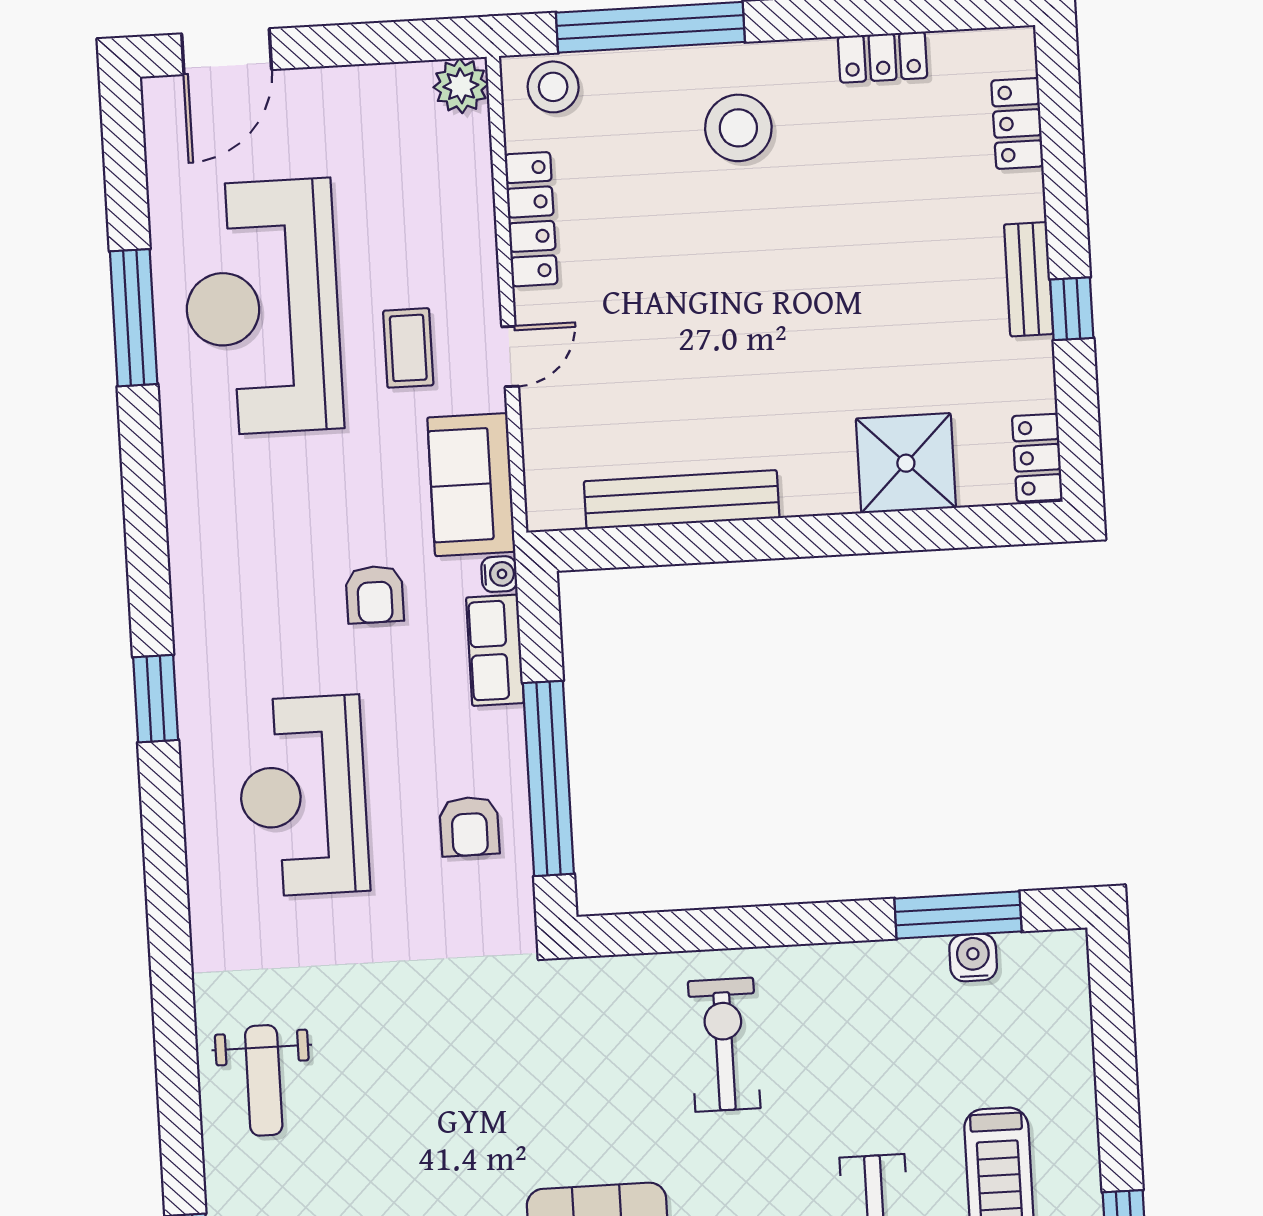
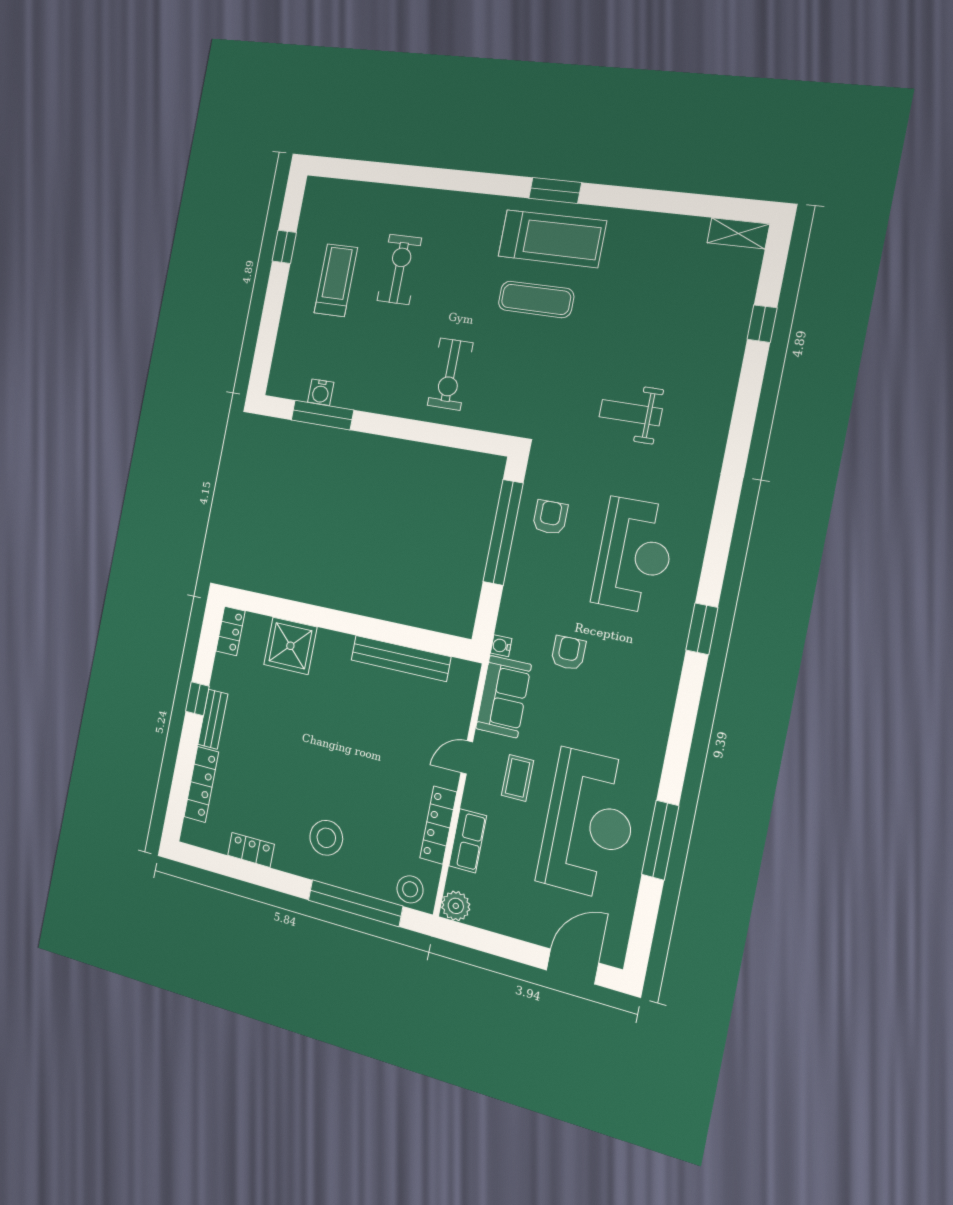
locker: (1017, 123) -> (201, 784), width x1.53
row of seats: (495, 650) -> (468, 841), moved
weight bench: (264, 1080) -> (631, 413), moved, turned -90

